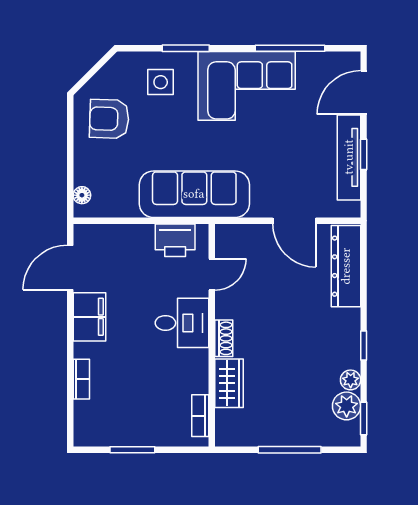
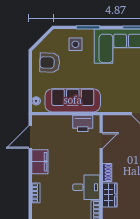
sofa: (194, 194) -> (73, 100), moved
desk: (182, 323) -> (86, 187), moved

